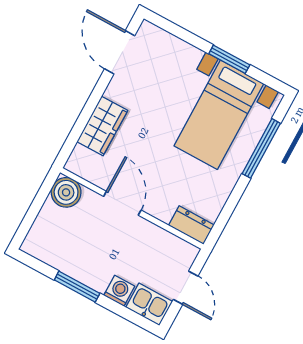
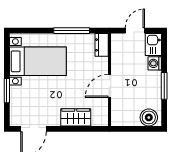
window: (229, 59) -> (7, 91), moved
window: (261, 148) -> (72, 31), moved
boiler: (66, 192) -> (149, 117), moved

